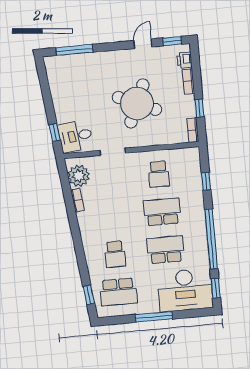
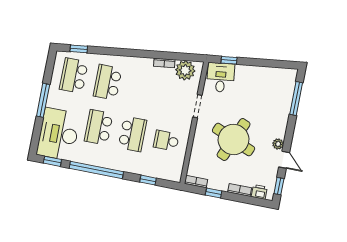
plant: (128, 55) -> (278, 144), added
school desk: (165, 250) -> (99, 127), turned 180
school desk: (115, 254) -> (108, 82), width x1.85

